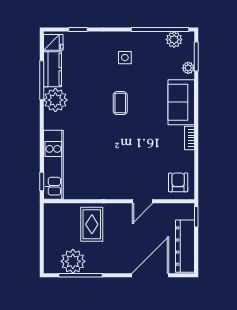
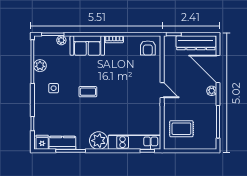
plant: (174, 40) -> (40, 66), moved
plant: (55, 100) -> (99, 141), moved
armchair: (178, 182) -> (148, 48), turned -90
door: (142, 201) -> (162, 90), moved
rug: (92, 224) -> (181, 129), moved
plant: (73, 261) -> (212, 91), moved, width x0.53, depth x0.53

